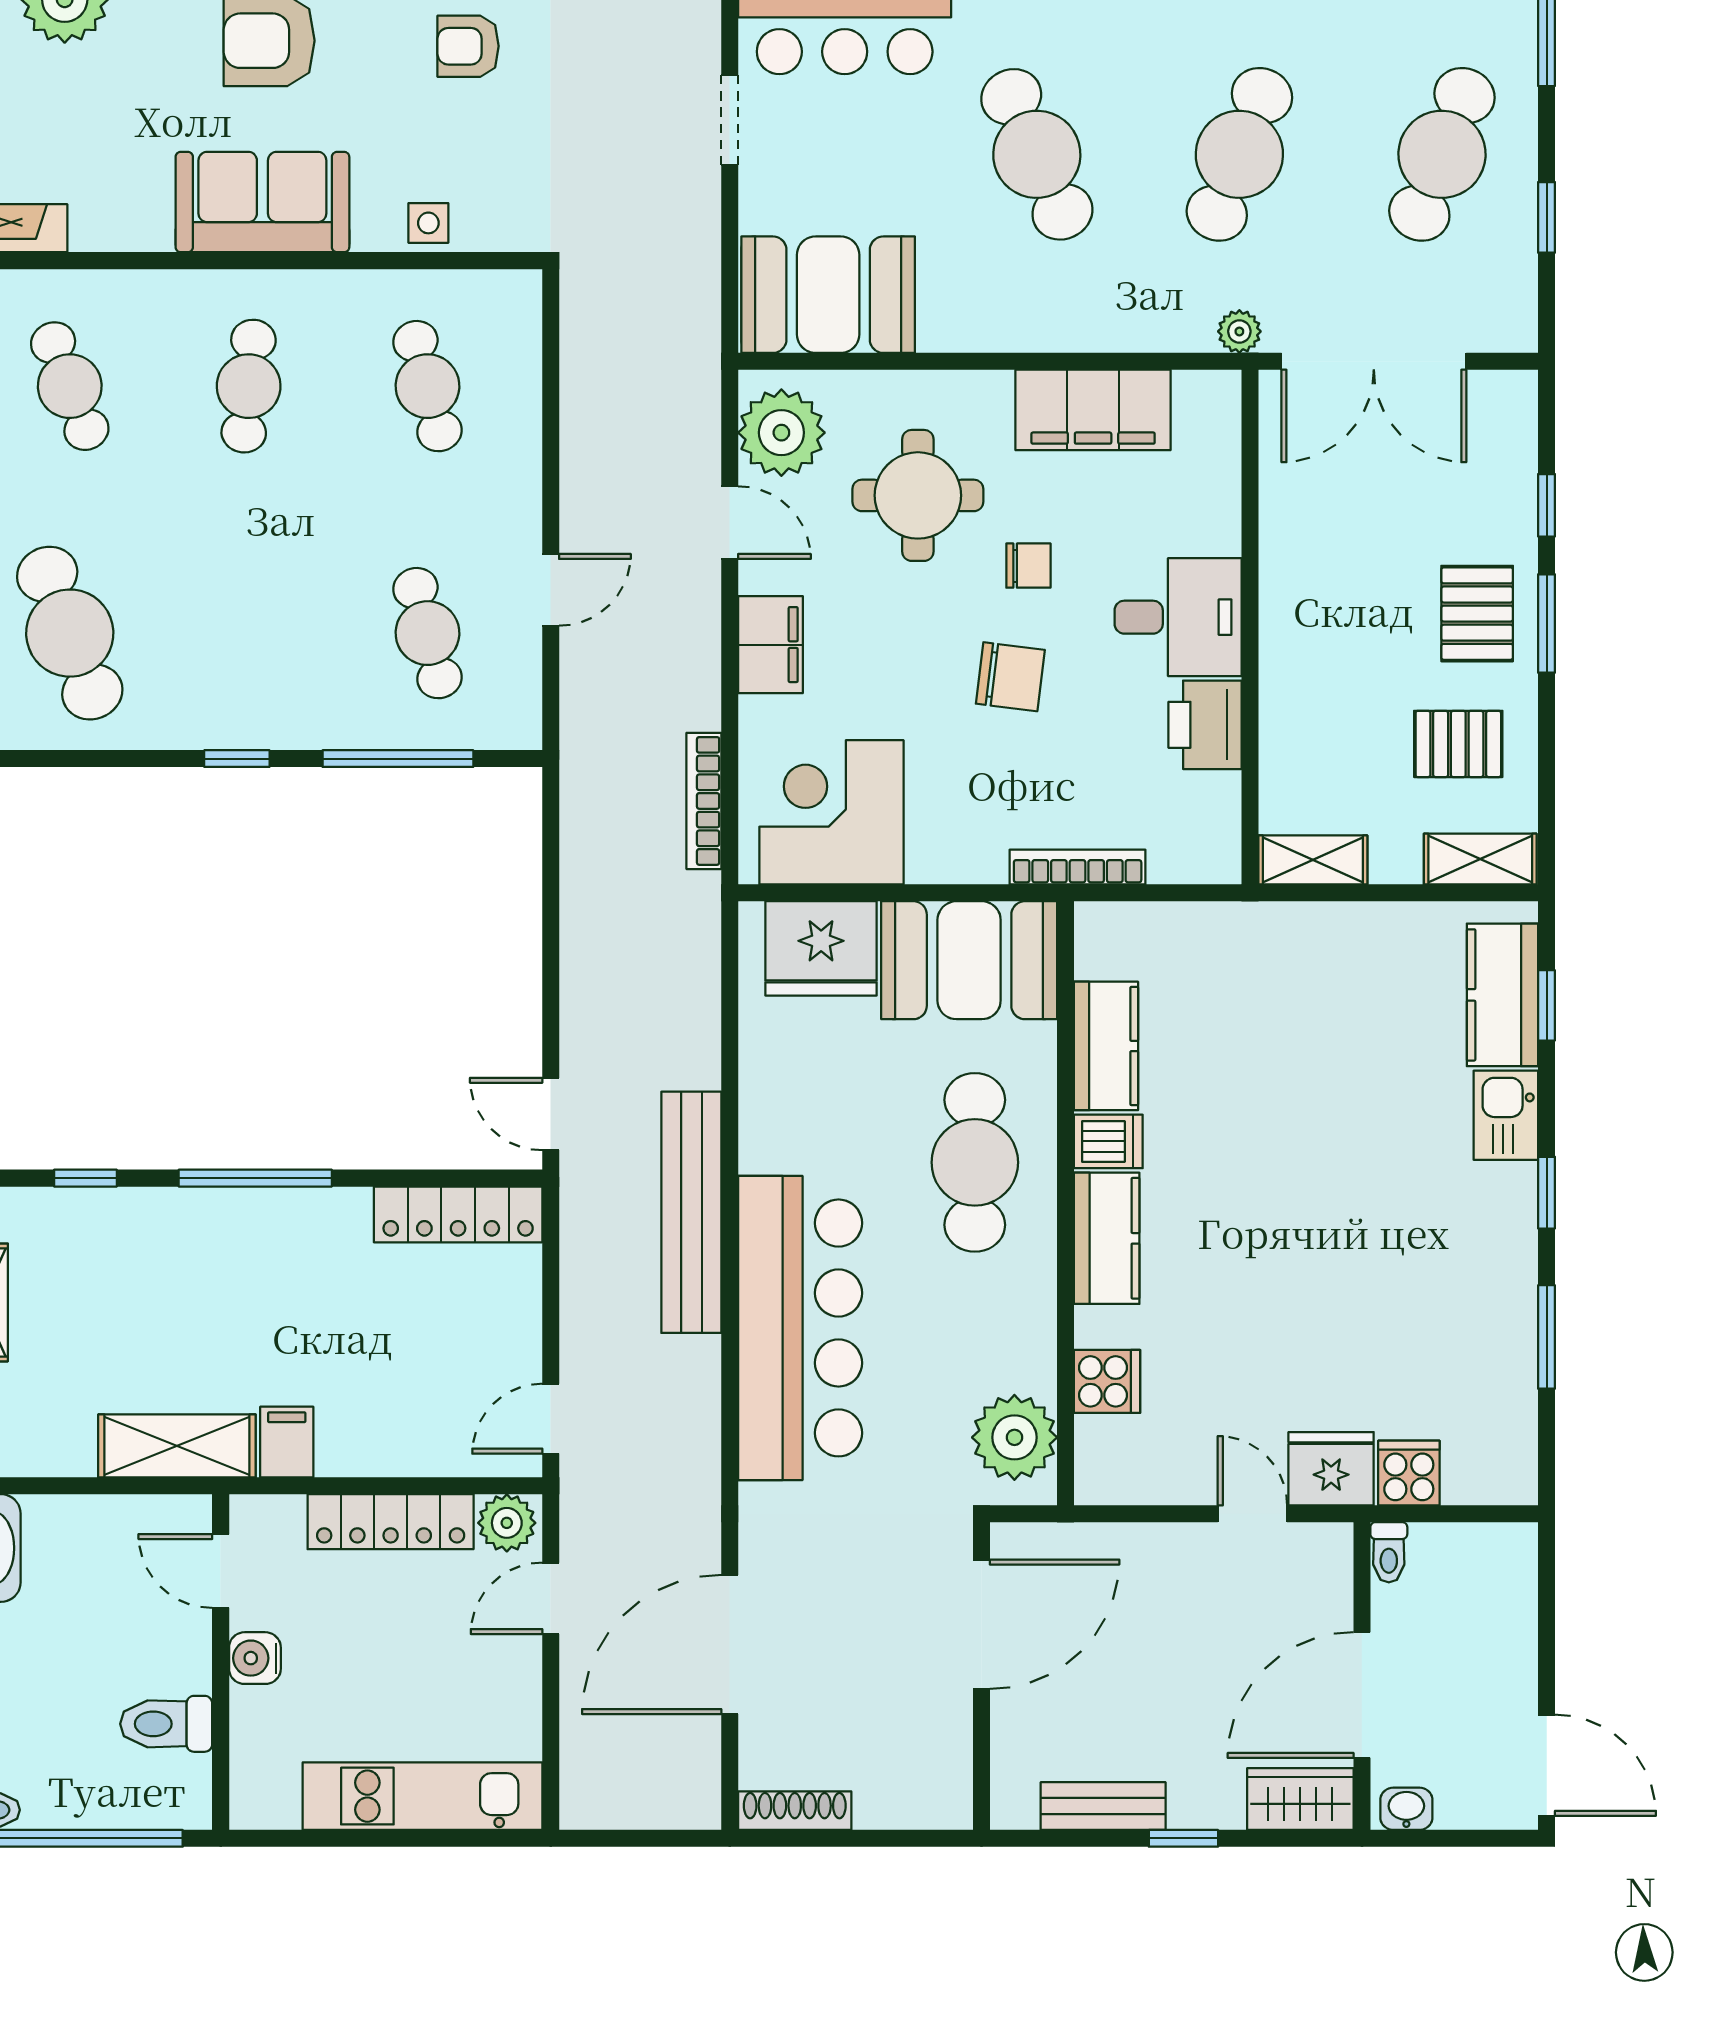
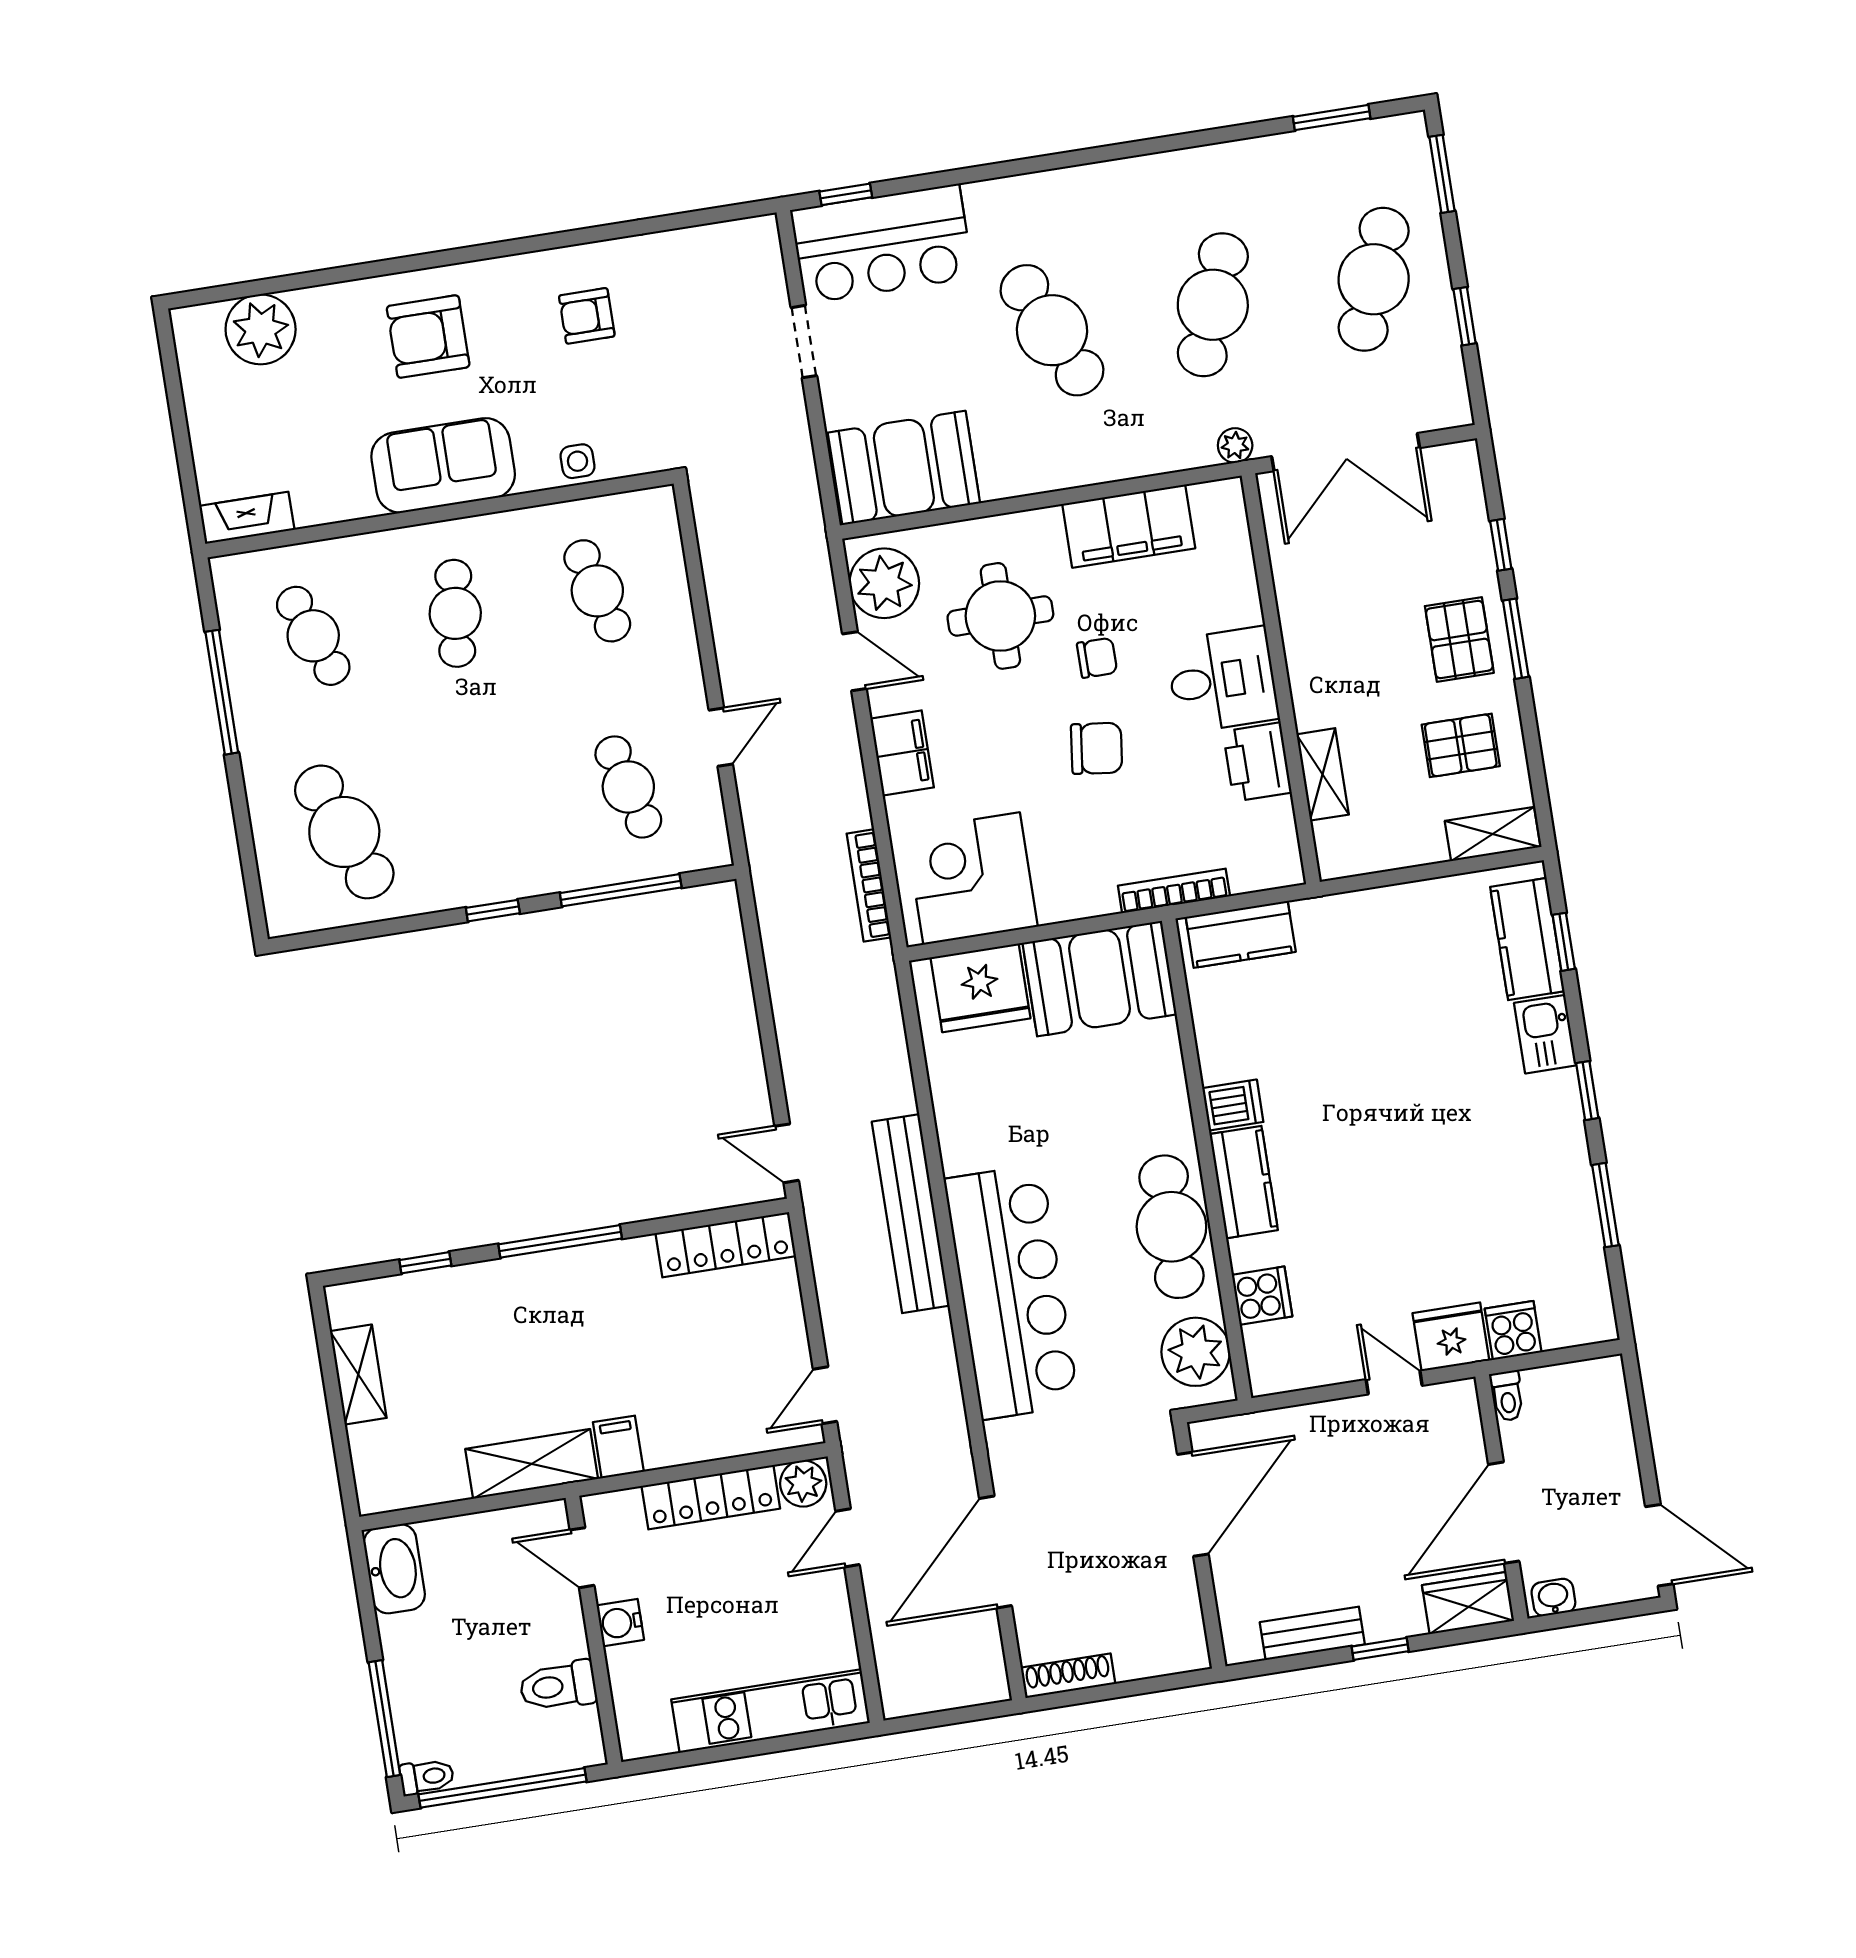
shelving: (1313, 860) -> (1323, 774), moved, turned 90
kitchen counter: (1106, 1046) -> (1241, 934), moved, turned 90
cafe table: (975, 1162) -> (1171, 1227), moved

